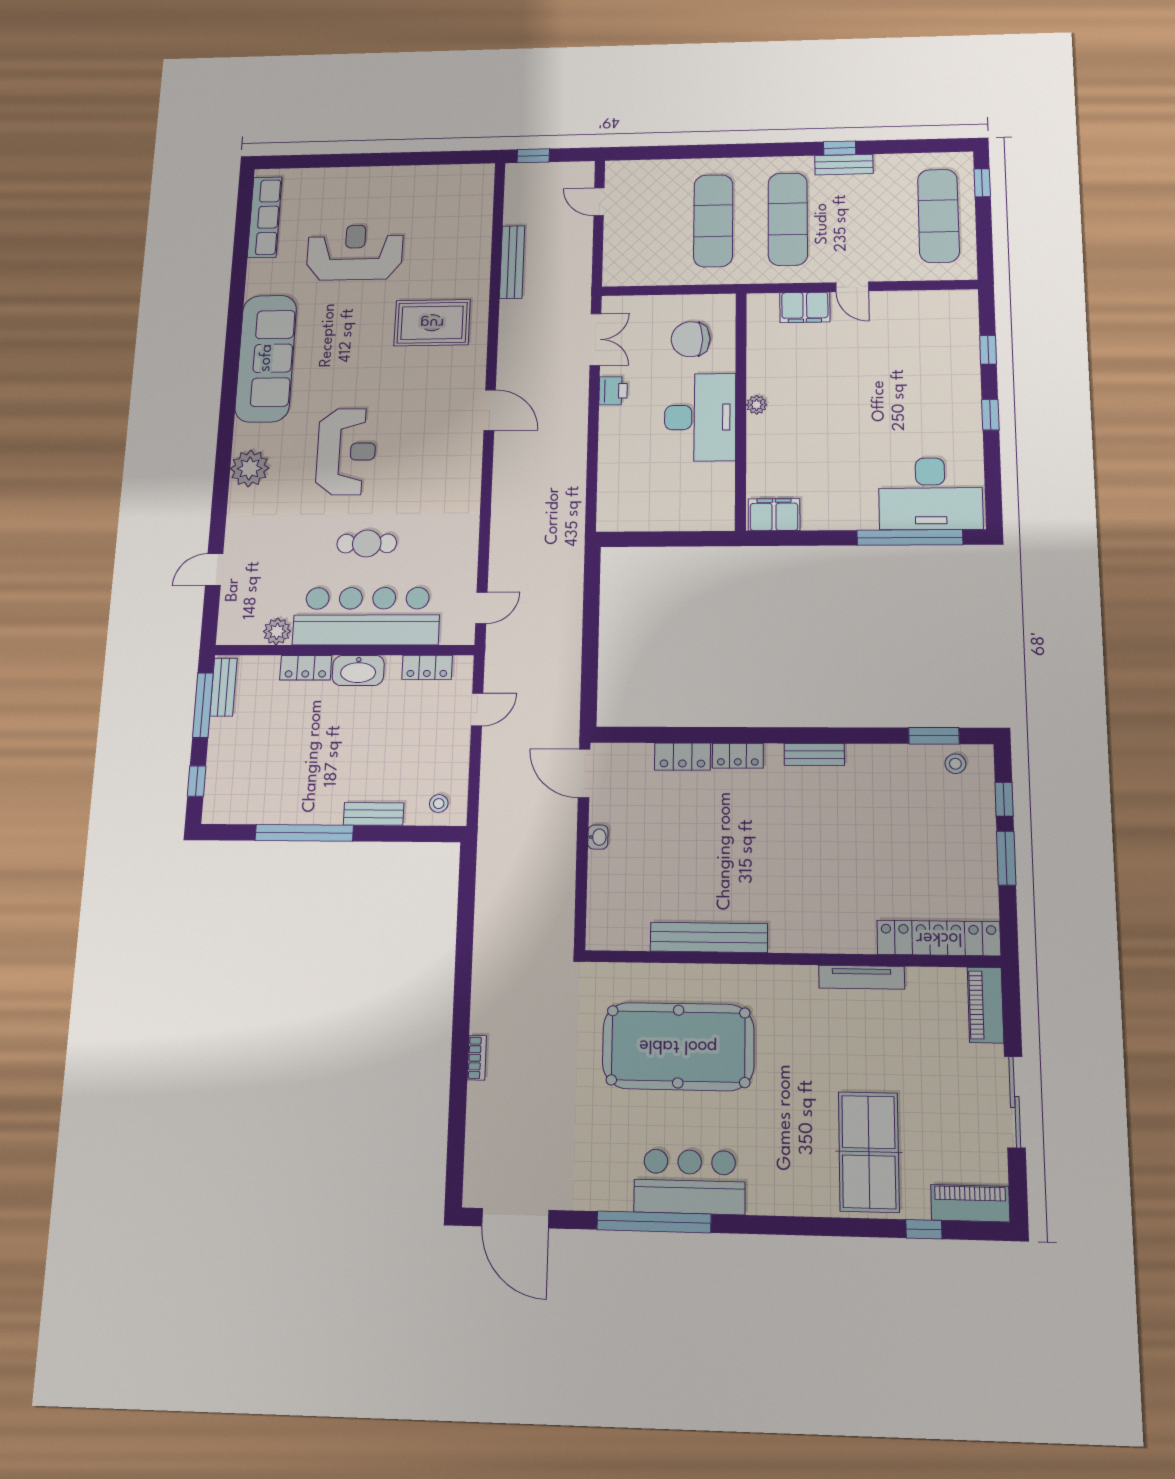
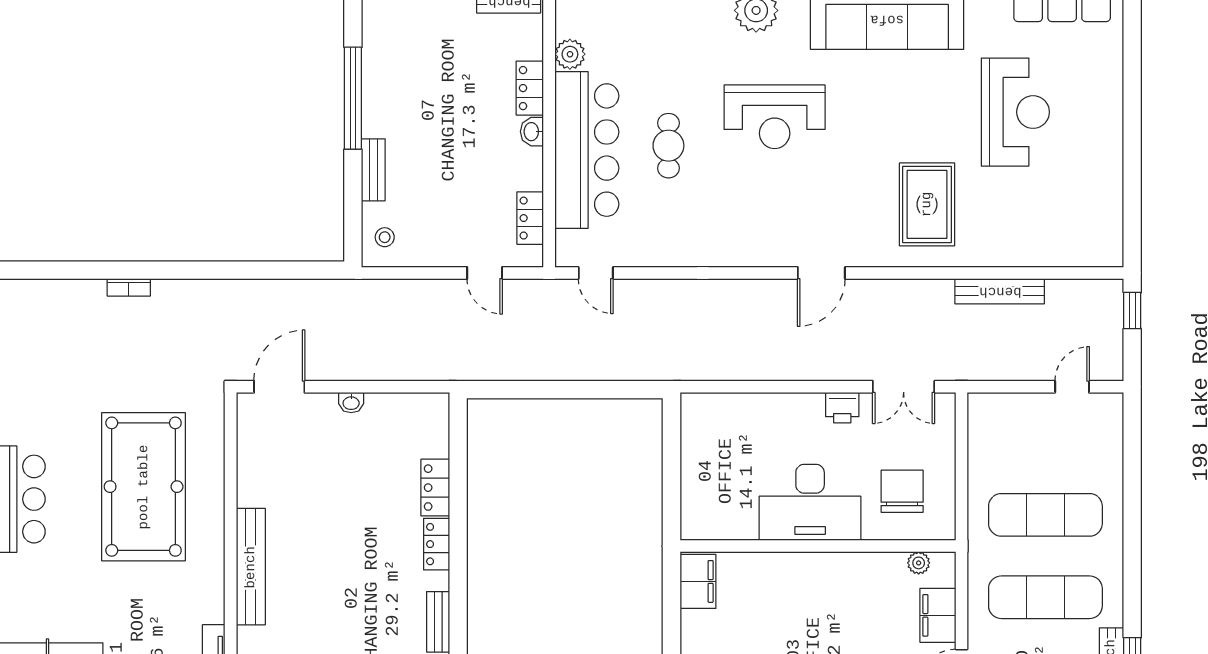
plant: (757, 405) -> (919, 563), moved
washbasin: (358, 670) -> (532, 132), width x0.52, depth x0.69
door: (584, 773) -> (279, 387), moved
bench: (709, 937) -> (251, 567), moved

